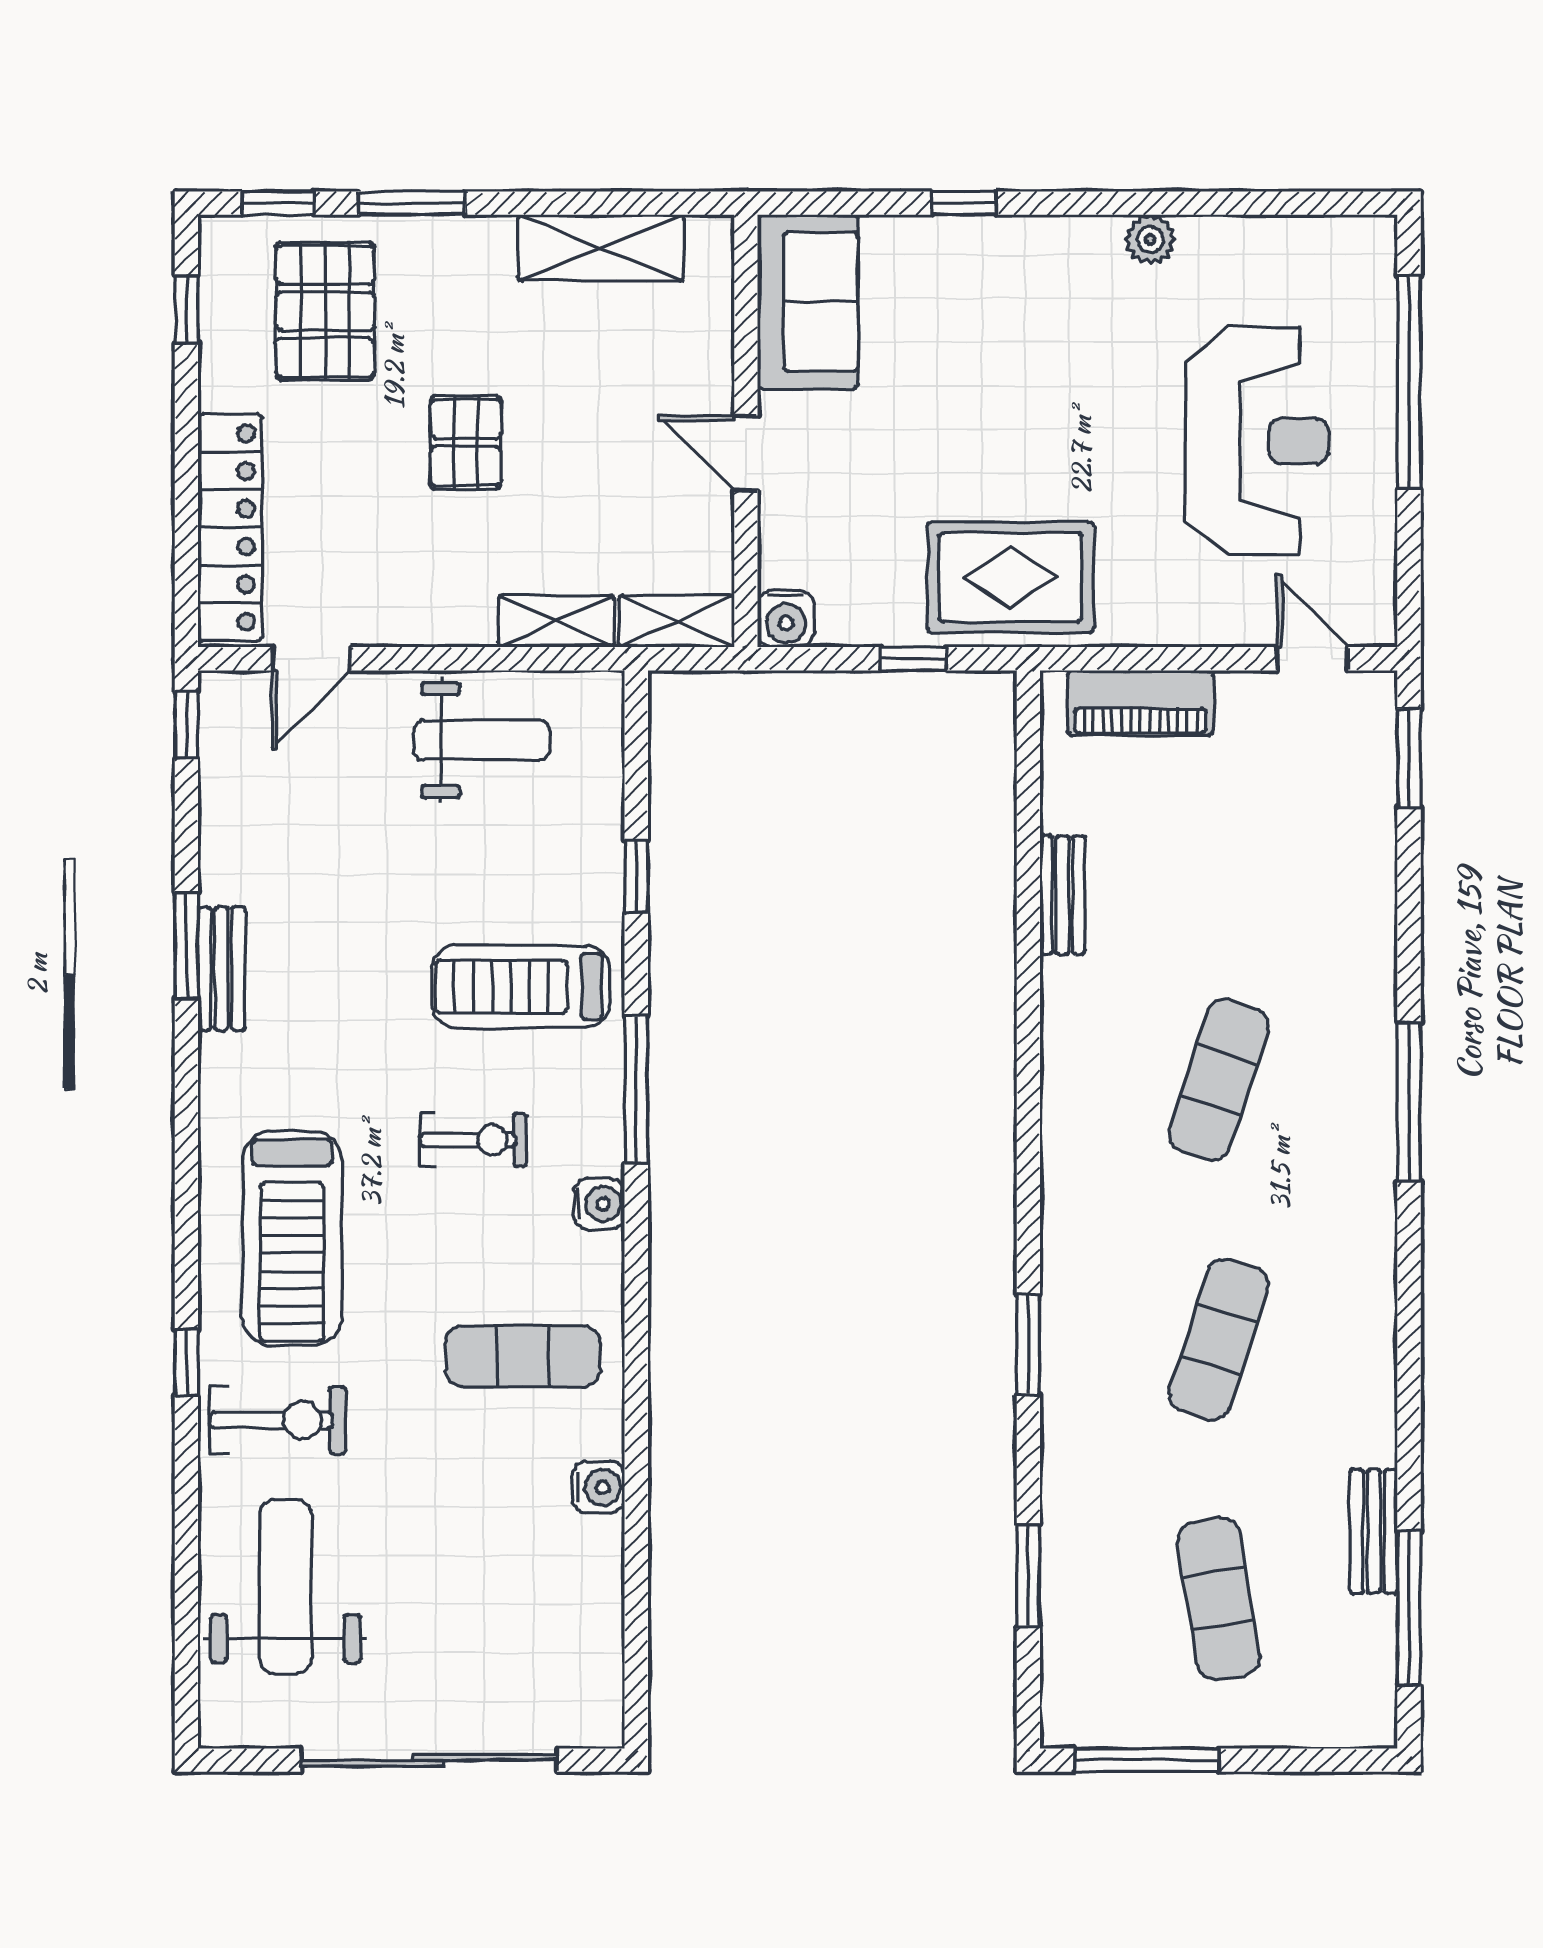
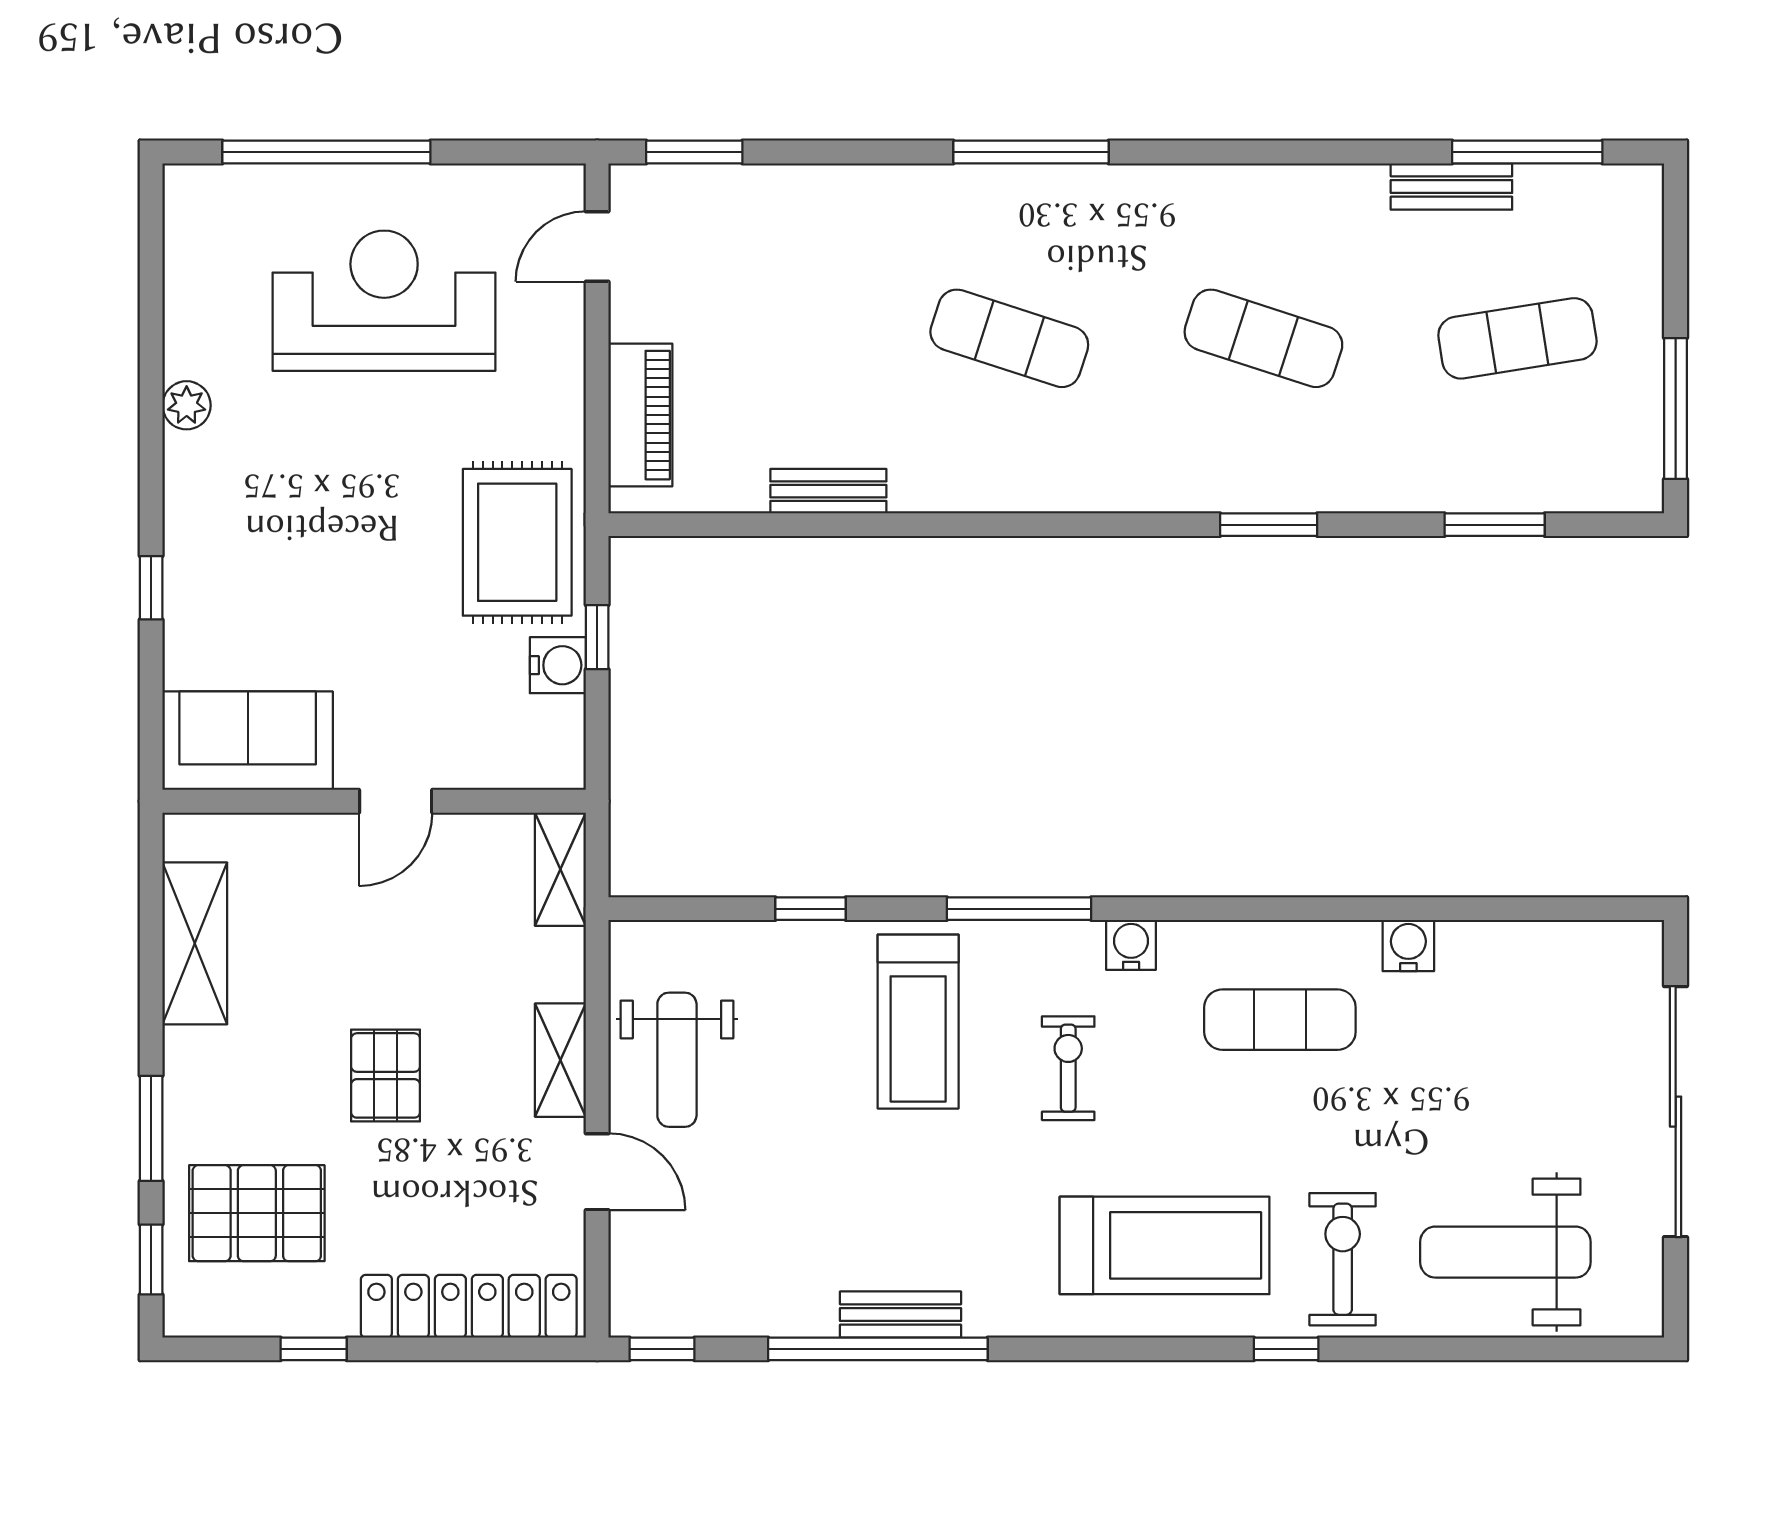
window: (186, 310) -> (314, 1349), moved
pallet: (466, 443) -> (386, 1075), turned 90
water cooler: (786, 619) -> (558, 665), moved
shelving: (556, 621) -> (560, 1060), moved
door: (311, 659) -> (597, 1172), moved
weight bench: (482, 740) -> (677, 1060), turned 180
window: (186, 945) -> (878, 1349), width x2.11
exercise mat: (523, 1356) -> (1280, 1020), turned 90

